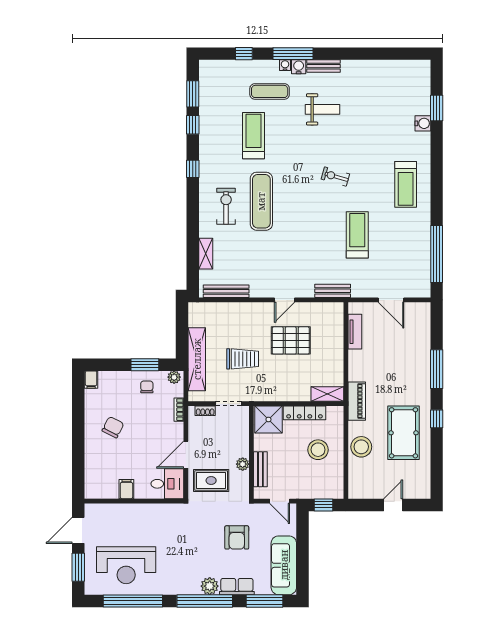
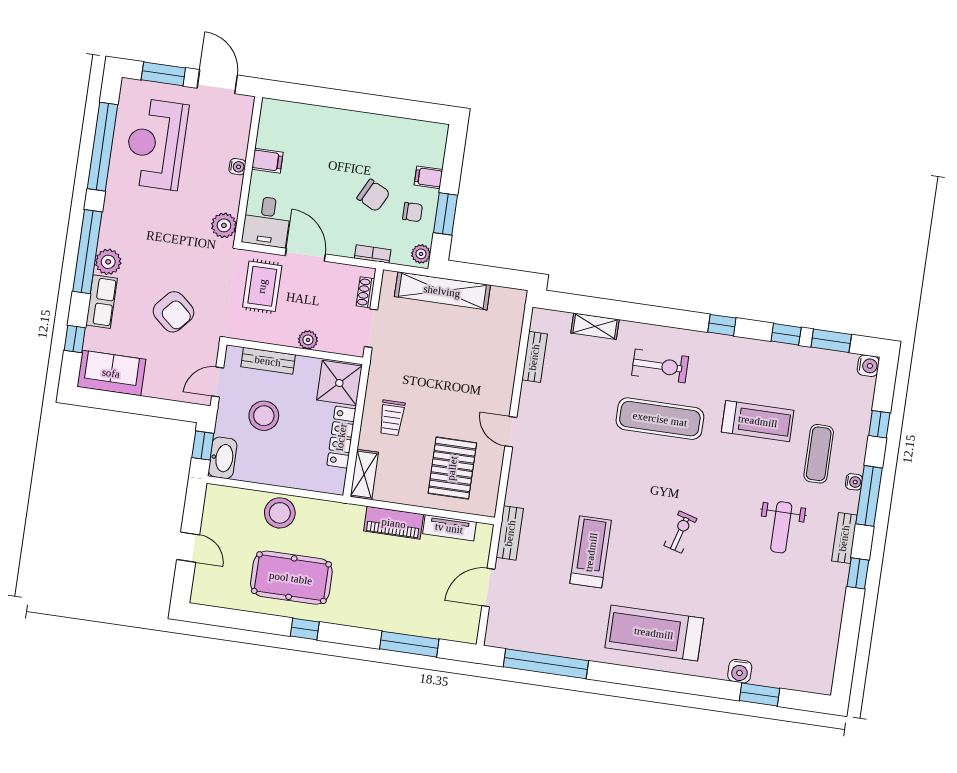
window: (346, 54) -> (858, 573), added
water cooler: (299, 67) -> (868, 366), moved
treadmill: (406, 184) -> (654, 633), width x1.37, depth x1.38
treadmill: (357, 235) -> (591, 552), turned -90
bench: (226, 291) -> (534, 357), width x0.73
bench: (333, 291) -> (510, 533), moved
pallet: (291, 340) -> (452, 468), moved
trolley: (243, 359) -> (392, 418), moved, width x0.73, depth x0.72
window: (437, 369) -> (409, 644), moved
filing cabinet: (91, 380) -> (428, 177), moved
piano: (357, 401) -> (394, 523), moved
chair: (113, 427) -> (373, 195), moved
stool: (318, 450) -> (264, 416), moved
plant: (243, 464) -> (308, 340), moved
washbasin: (330, 490) -> (223, 458), added
water cooler: (133, 509) -> (237, 167), added
plant: (174, 512) -> (224, 225), added
armchair: (237, 537) -> (173, 312), turned -139
sofa: (284, 565) -> (111, 373), width x0.73
window: (265, 601) -> (75, 339), width x0.46

